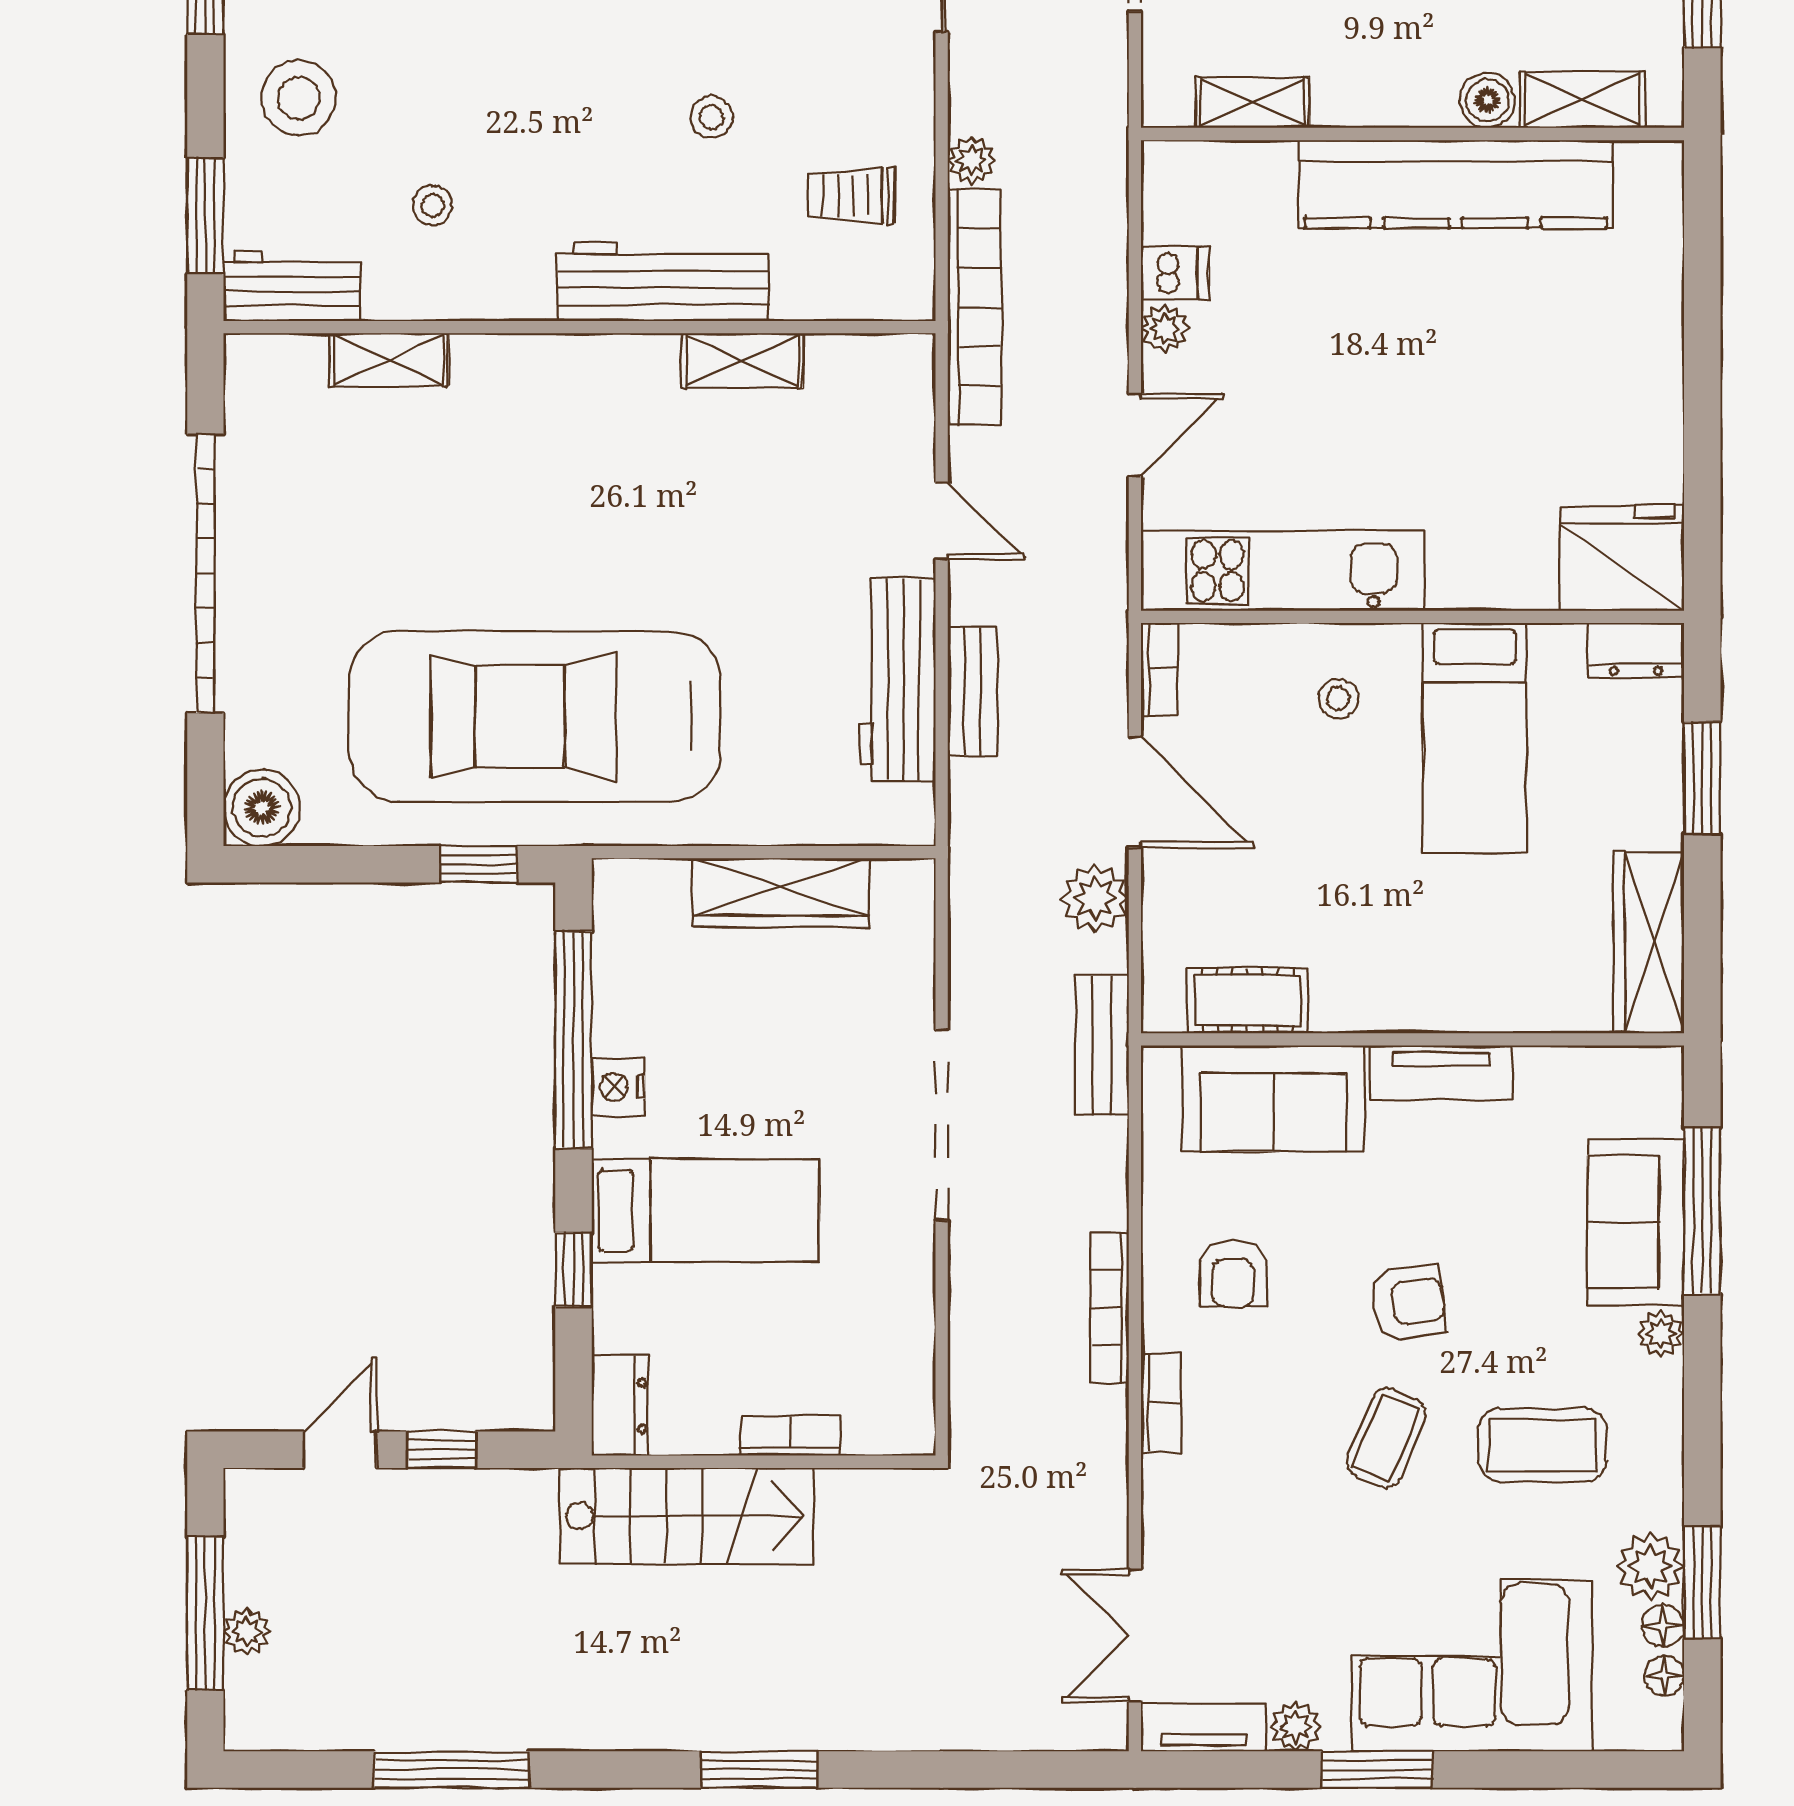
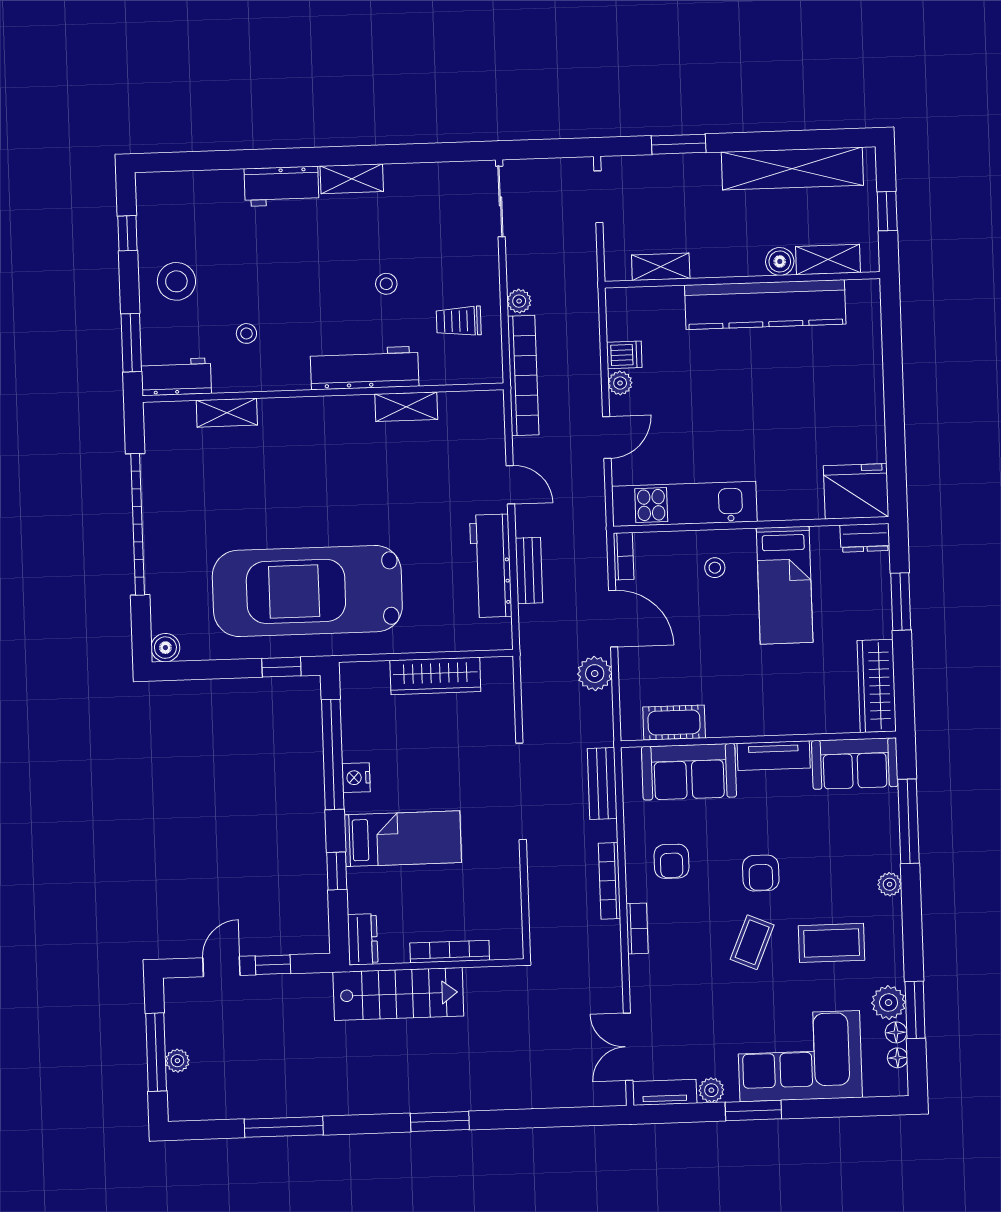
boiler: (262, 808) -> (165, 648), width x0.73, depth x0.73
bench: (1102, 1045) -> (602, 783), moved
sofa: (1636, 1222) -> (855, 764), moved, turned -90
armchair: (1408, 1303) -> (761, 873), turned 99
bookcase: (790, 1436) -> (450, 952), width x1.56

